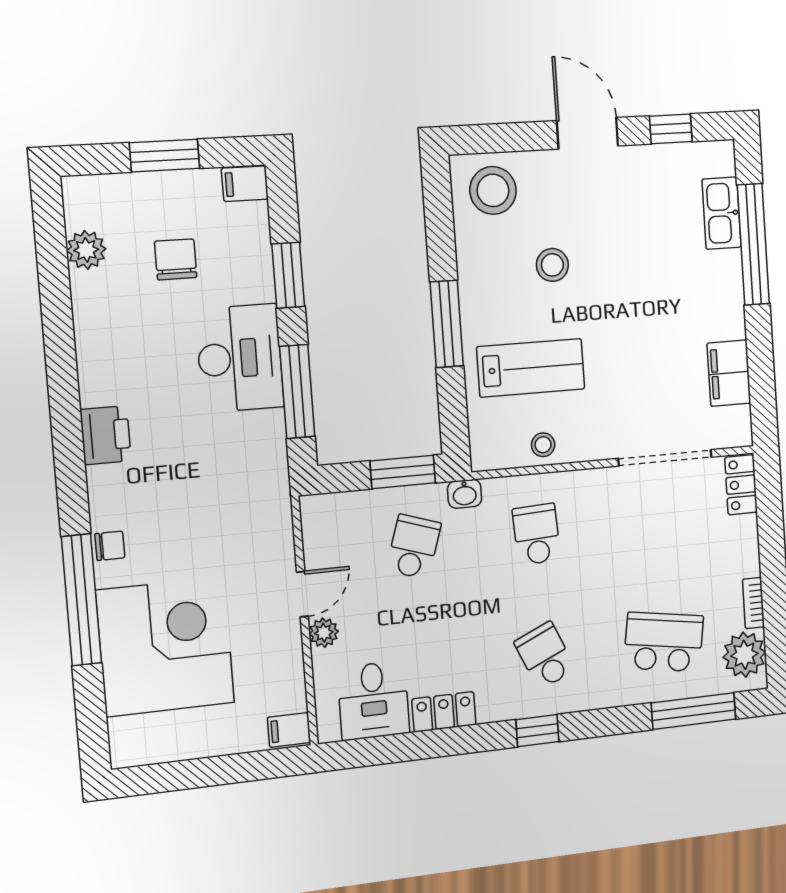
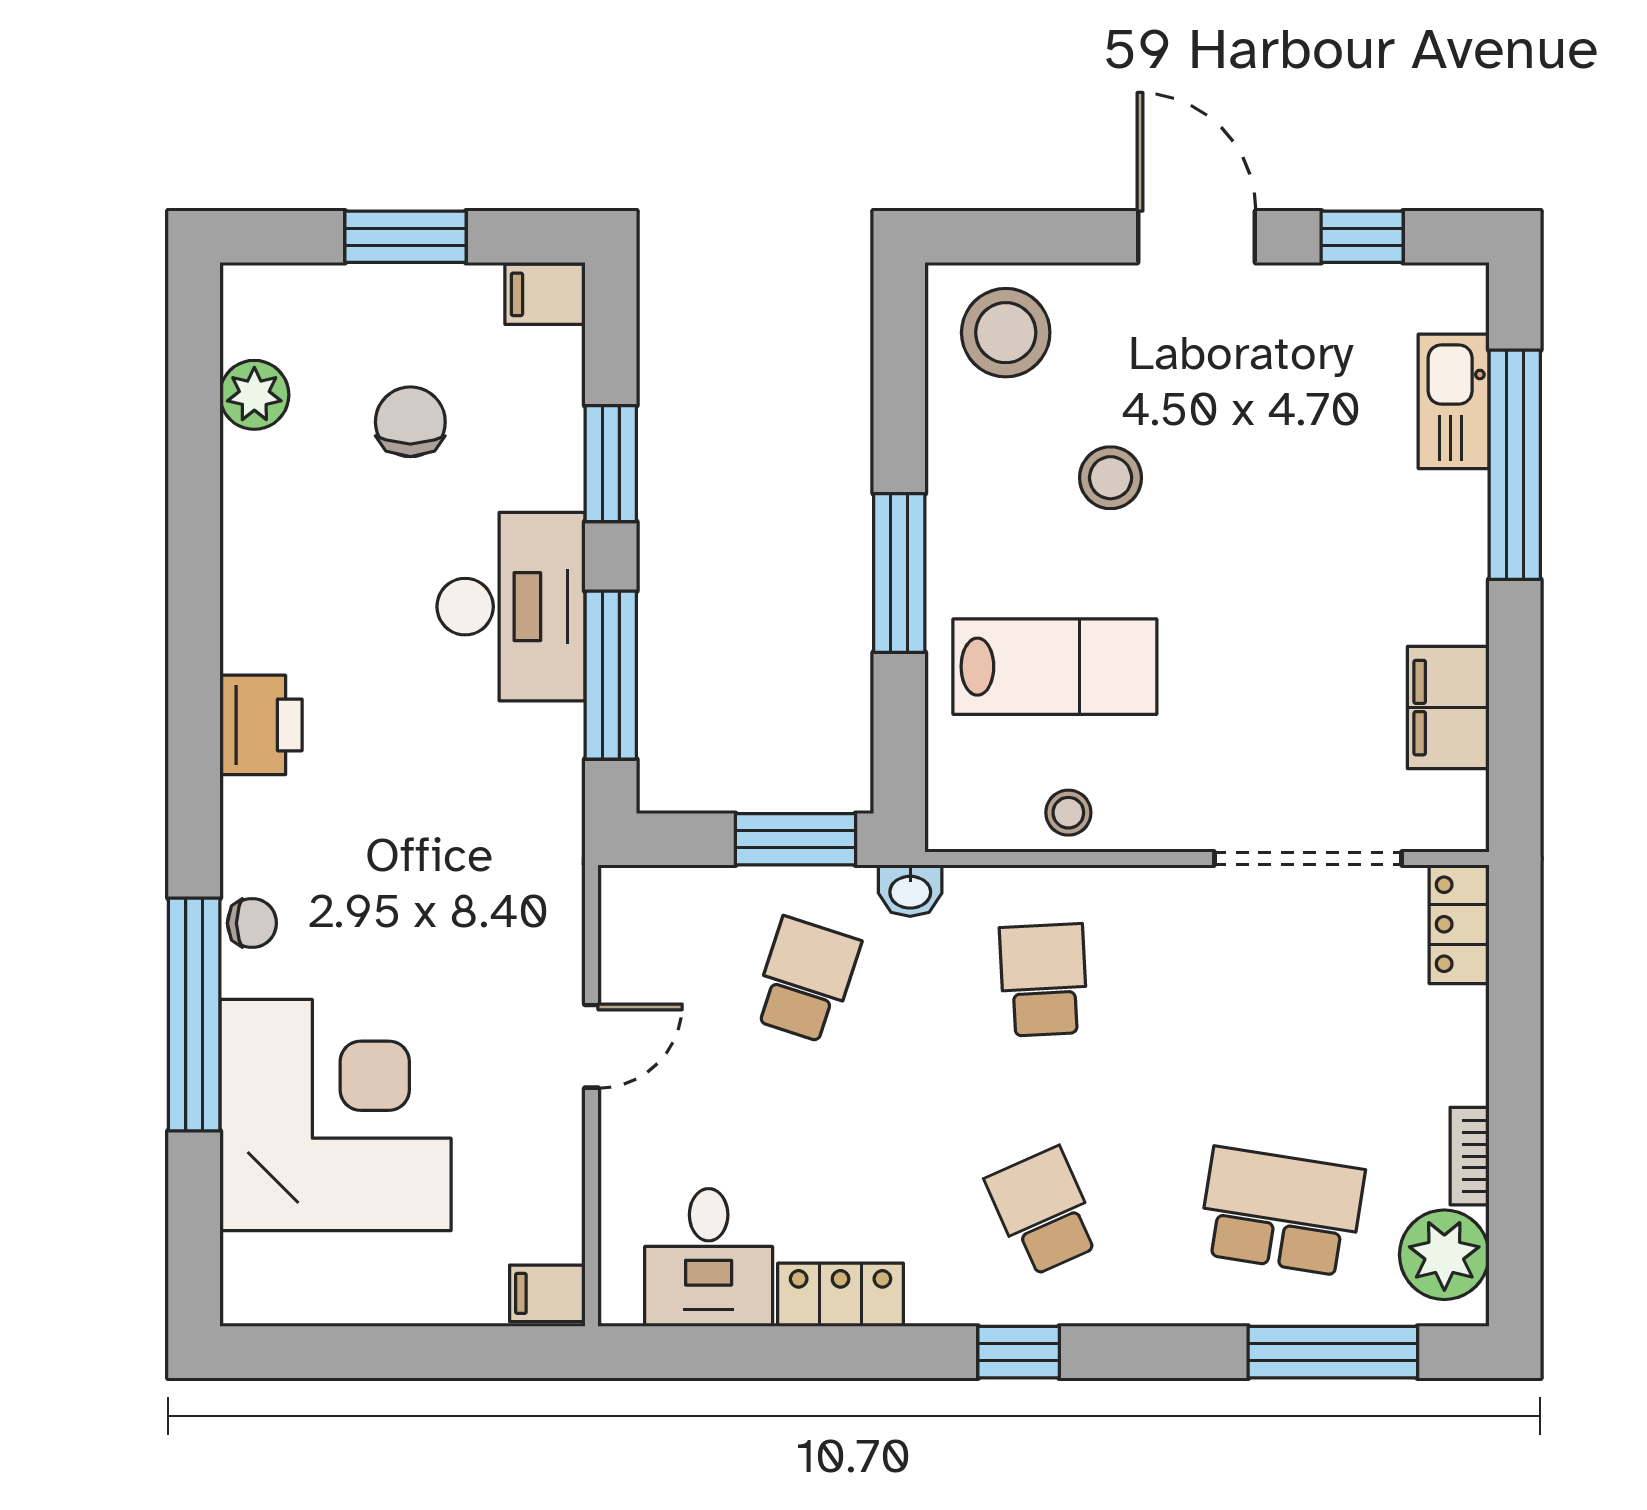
plant: (324, 633) -> (625, 1121), removed

